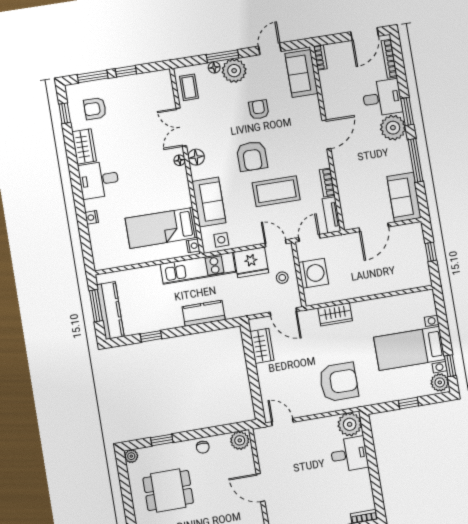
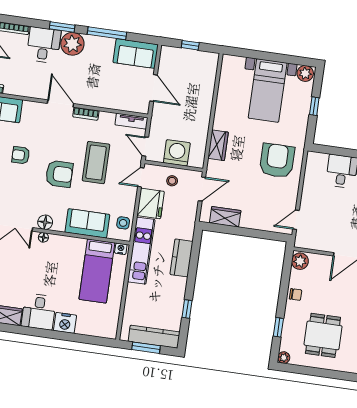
bookcase: (327, 182) -> (86, 114), moved
nightstand: (92, 217) -> (65, 323), width x1.89, depth x1.79
window: (450, 366) -> (294, 60), removed
plant: (350, 424) -> (316, 163), removed

